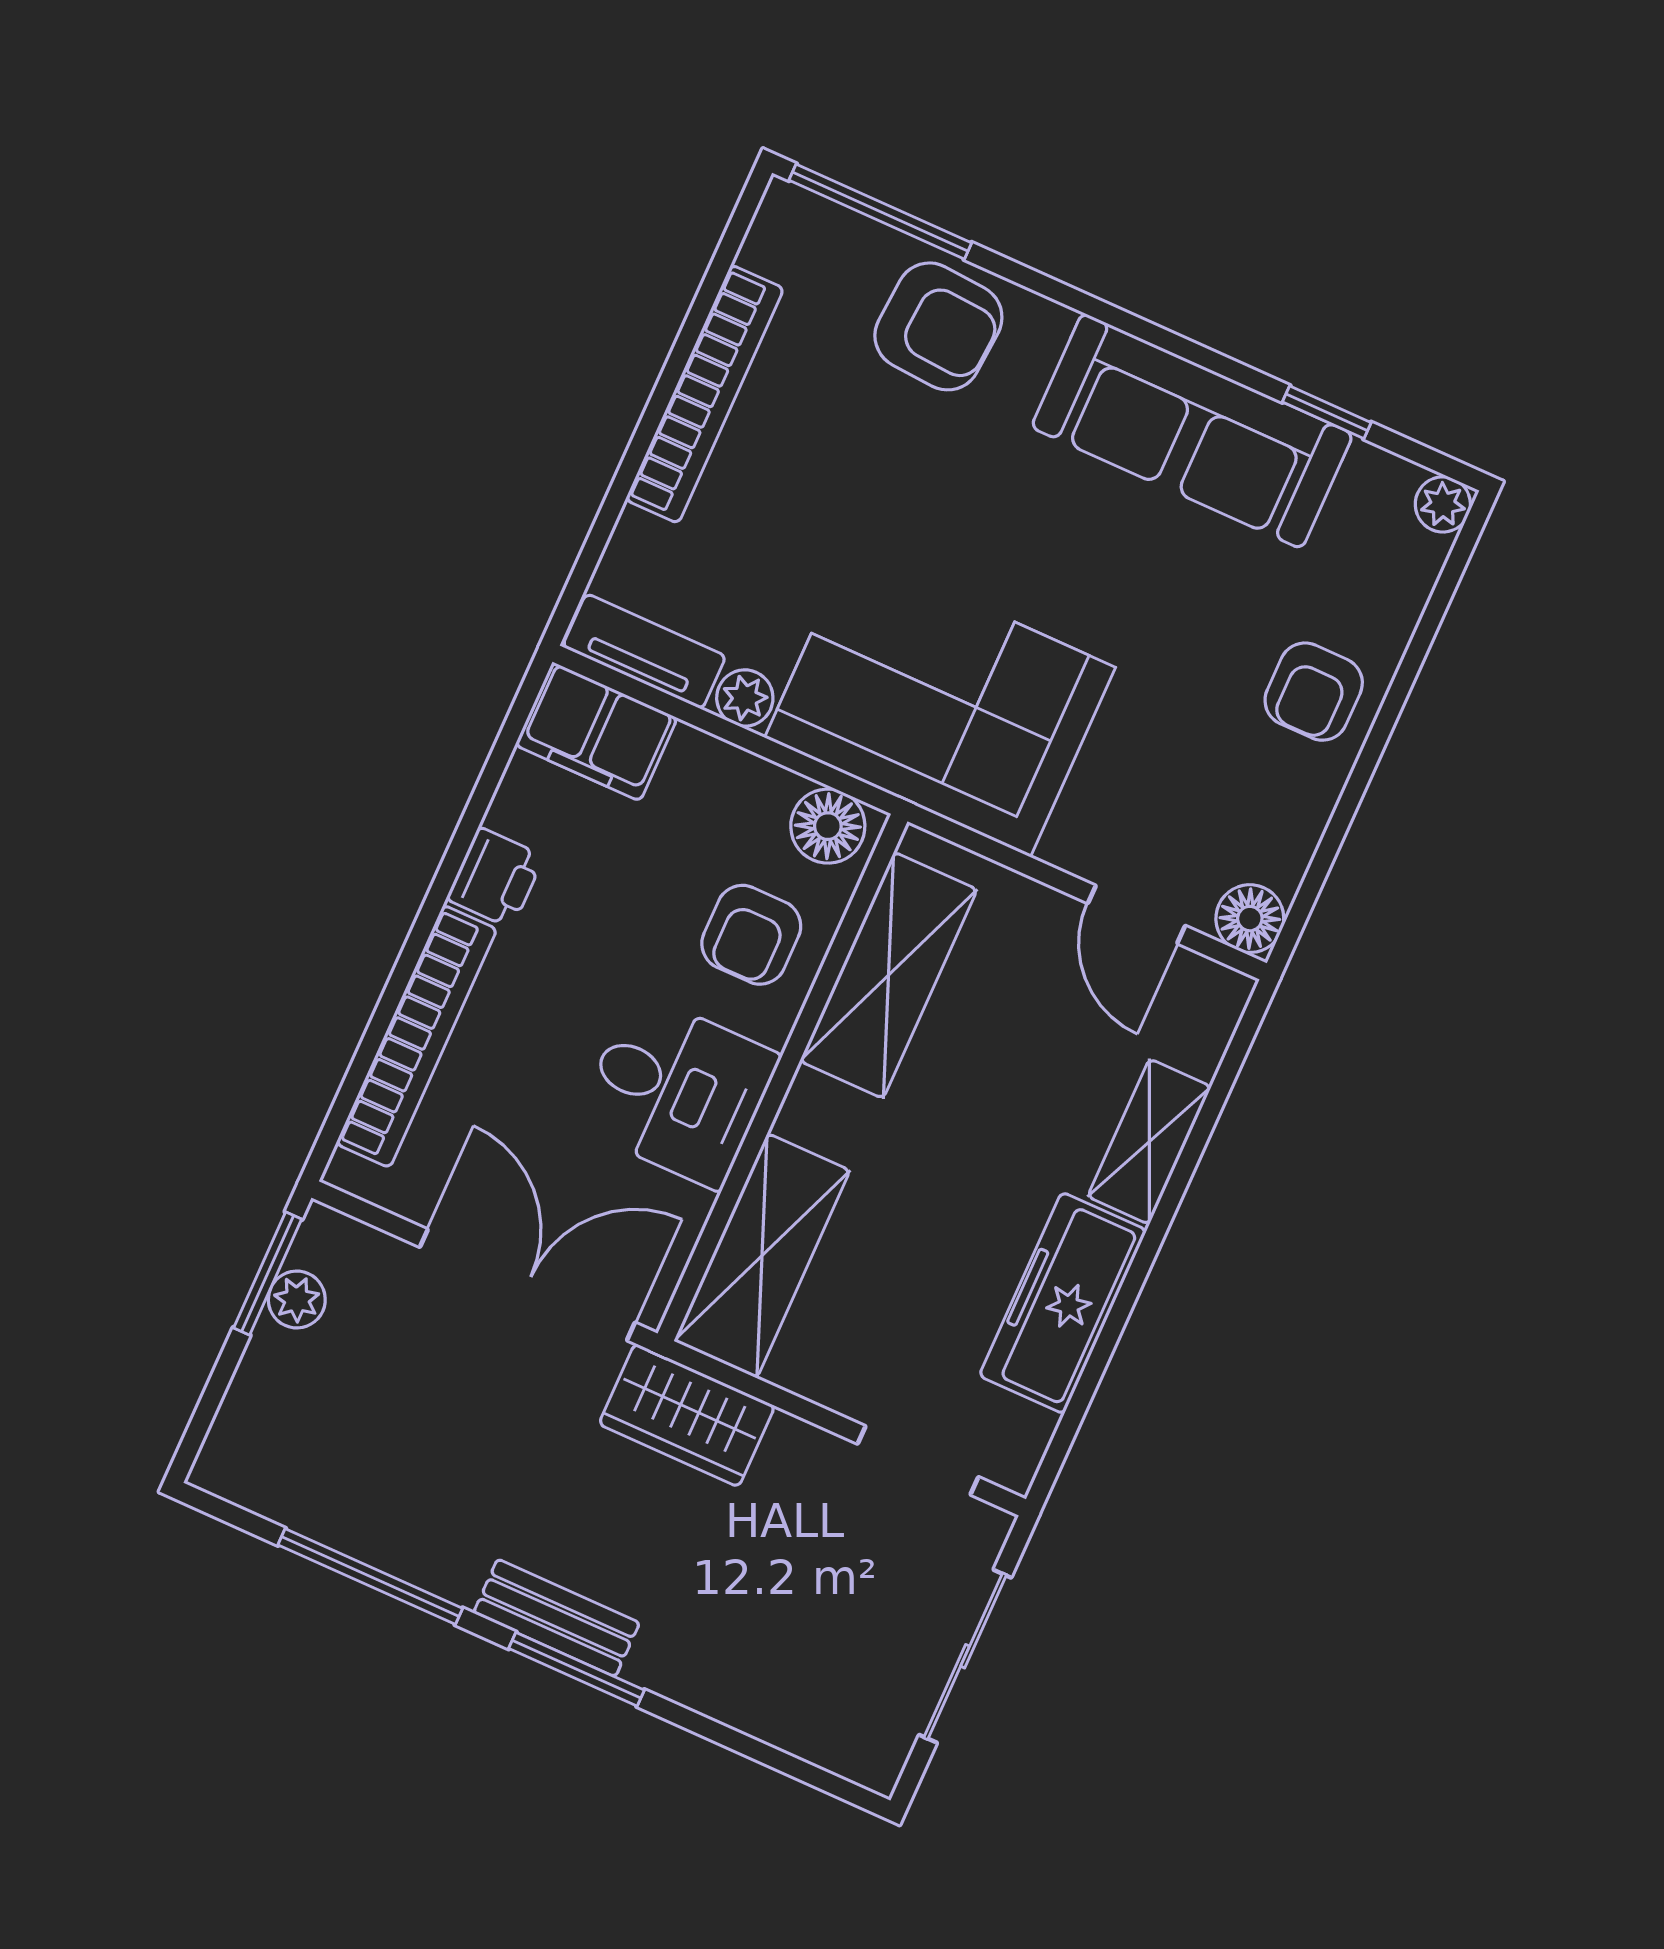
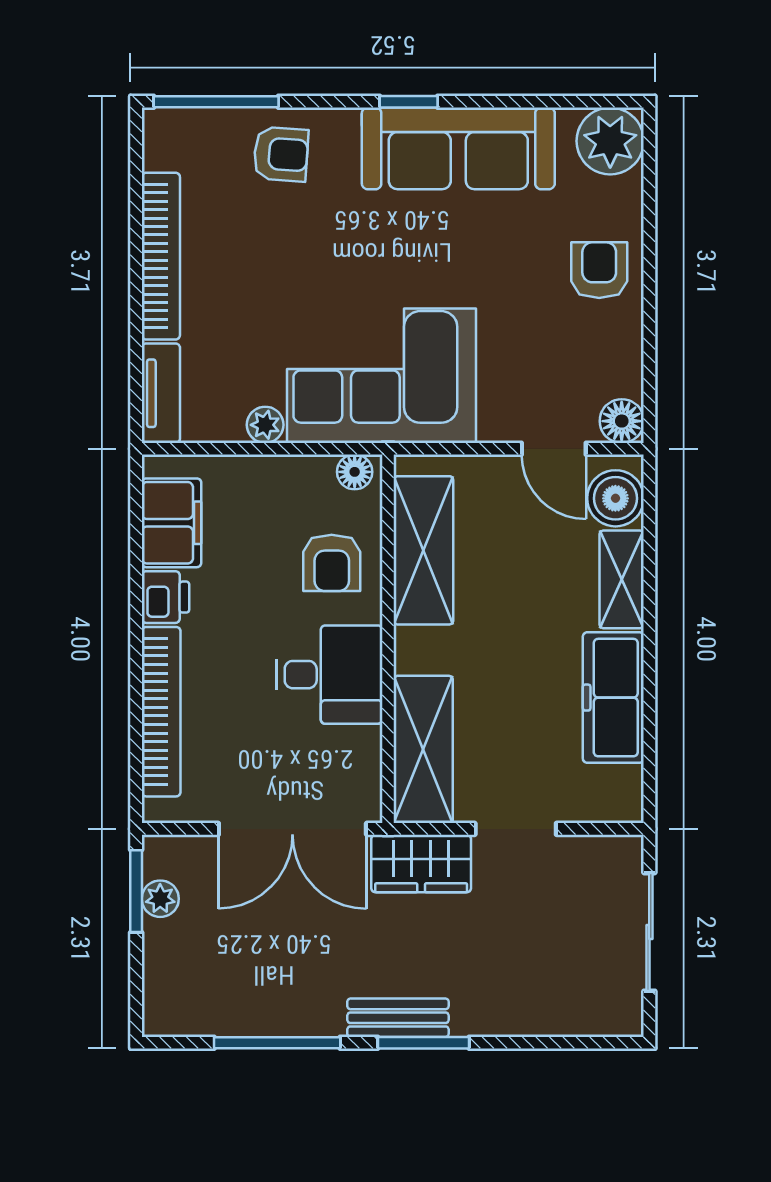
armchair: (938, 326) -> (281, 154), width x0.72, depth x0.72
window: (1327, 412) -> (409, 102), moved
plant: (1443, 504) -> (610, 141), width x1.88, depth x1.88
tv unit: (644, 651) -> (161, 393), moved, turned 90
armchair: (1314, 692) -> (599, 270), turned 180
filing cabinet: (596, 732) -> (171, 523), moved, turned -90
floor lamp: (828, 826) -> (355, 472), width x0.73, depth x0.73
boiler: (1192, 1023) -> (615, 498), added
double door: (527, 1285) -> (292, 829), swing flipped
doorway: (918, 1460) -> (516, 829), moved

